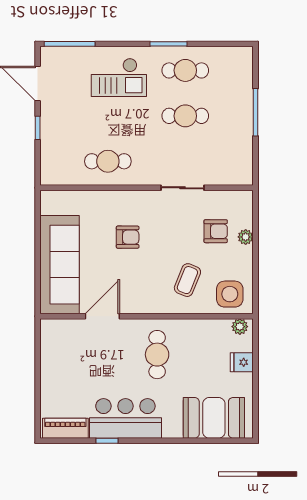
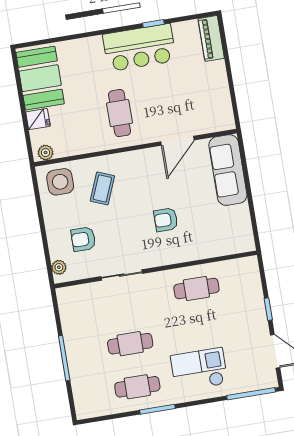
plant: (246, 237) -> (59, 267), moved
sofa: (60, 265) -> (228, 170), width x0.74, depth x0.79
booth: (214, 418) -> (40, 78), moved, turned 90
piano: (65, 428) -> (211, 38), moved, turned 90

